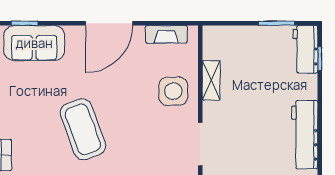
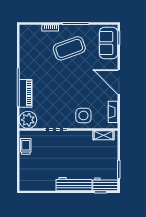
shelving: (211, 80) -> (103, 135), moved
coffee table: (83, 129) -> (69, 48), moved
workbench: (305, 135) -> (74, 184), moved

